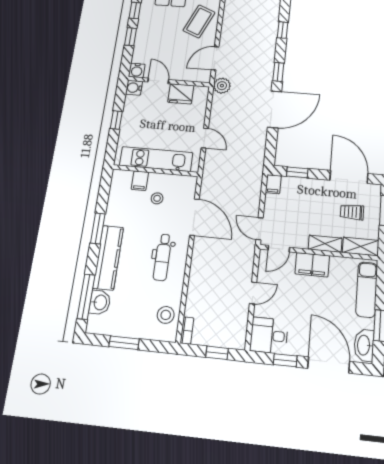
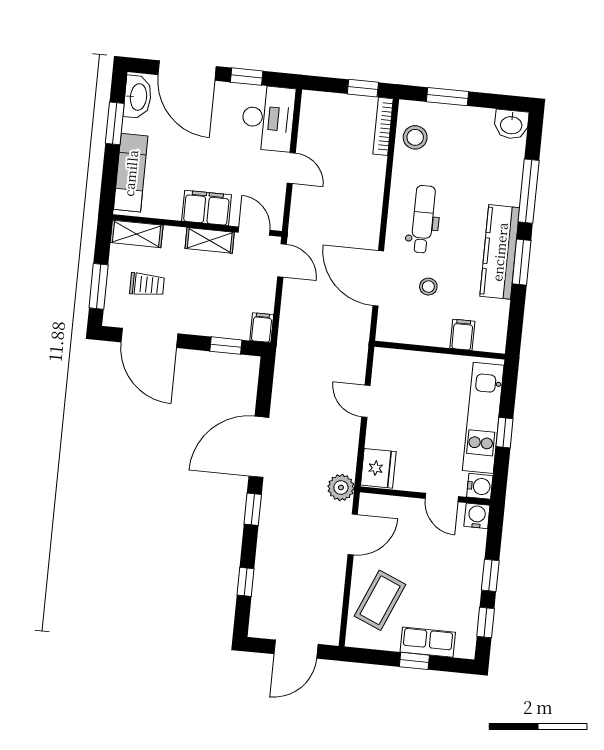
fridge: (181, 94) -> (378, 468), moved, turned 90
kitchen unit: (156, 159) -> (483, 418), moved, turned 90
stool: (157, 198) -> (428, 287), moved
shelving: (325, 244) -> (210, 240), moved
door: (279, 249) -> (254, 231), hinge flipped
kitchen counter: (108, 258) -> (500, 252), moved
door: (253, 293) -> (291, 168), swing flipped
window: (86, 297) -> (529, 191), moved
washbasin: (100, 302) -> (511, 124), moved, turned -90
bookcase: (187, 330) -> (383, 126), width x1.56
desk: (269, 335) -> (268, 118), width x1.37
window: (124, 343) -> (448, 97), moved
window: (217, 353) -> (363, 88), moved

